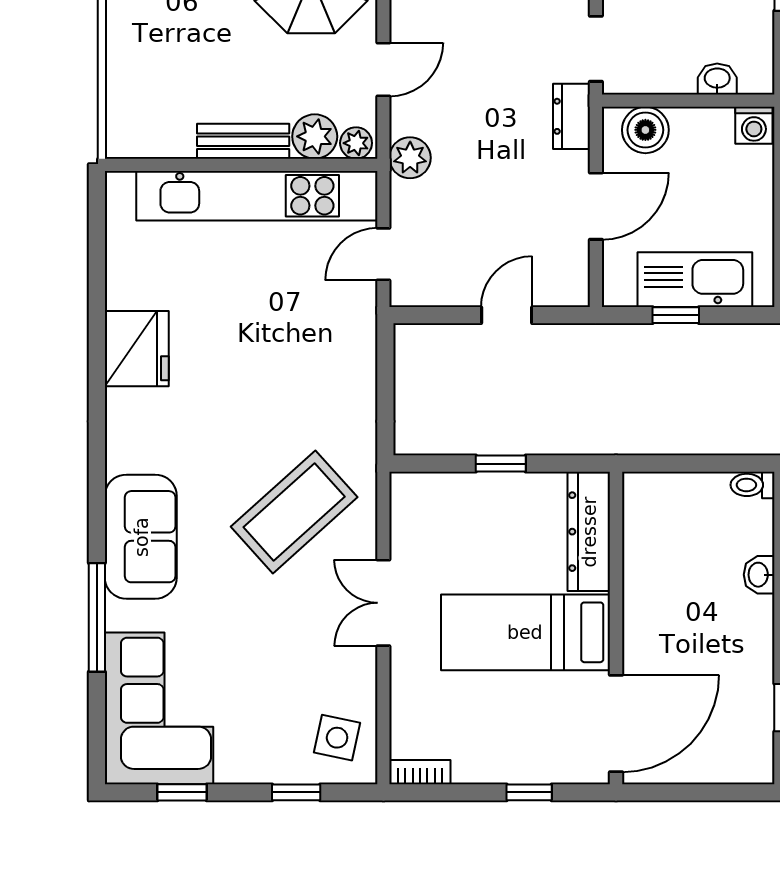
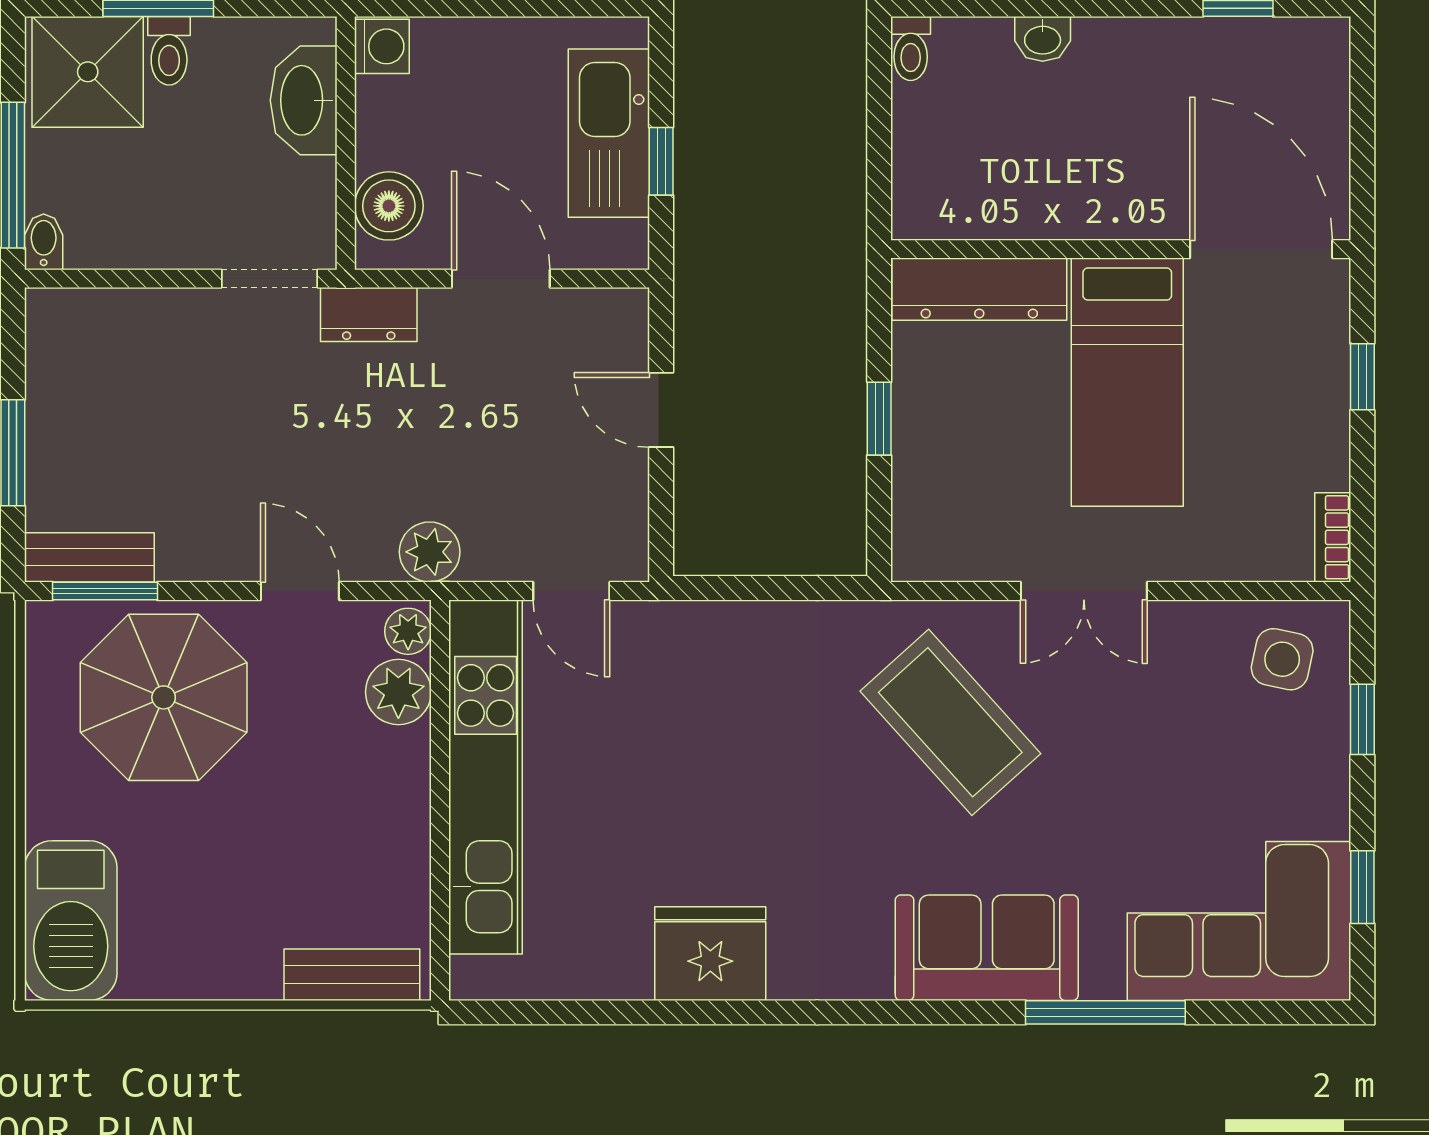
washbasin: (717, 79) -> (304, 100), width x1.91, depth x1.45
bench: (243, 141) -> (352, 975), moved, turned 90

